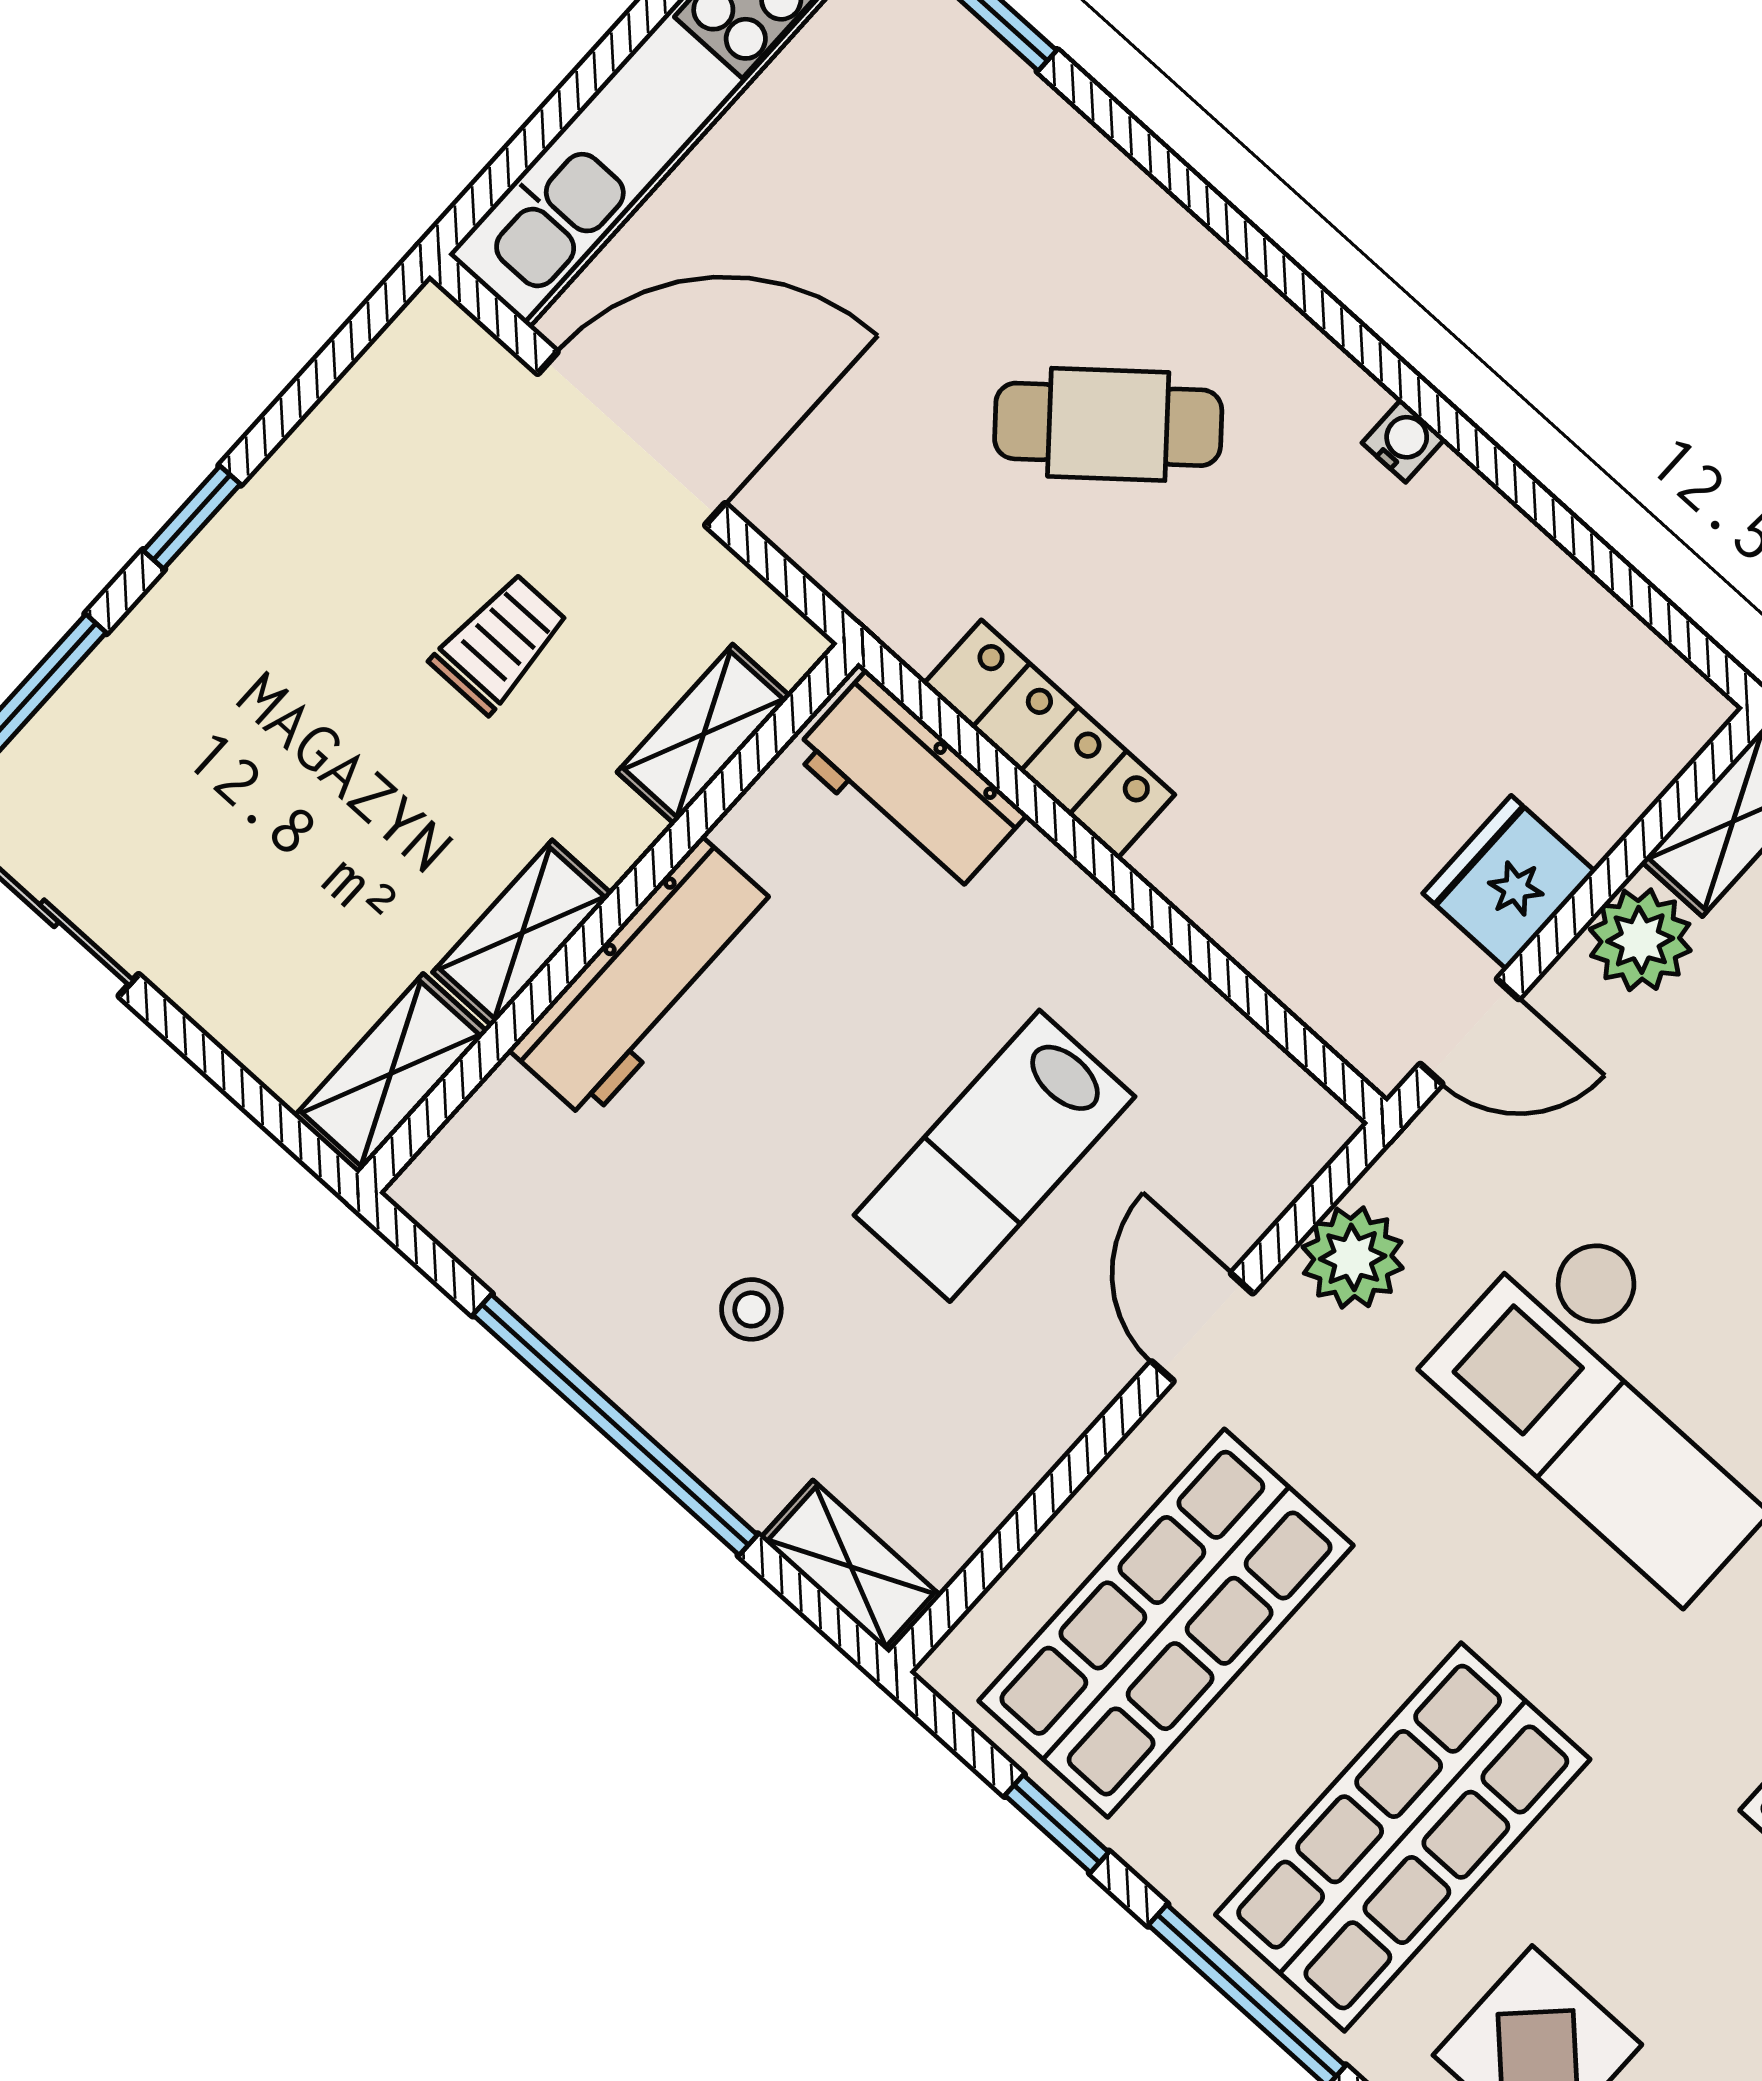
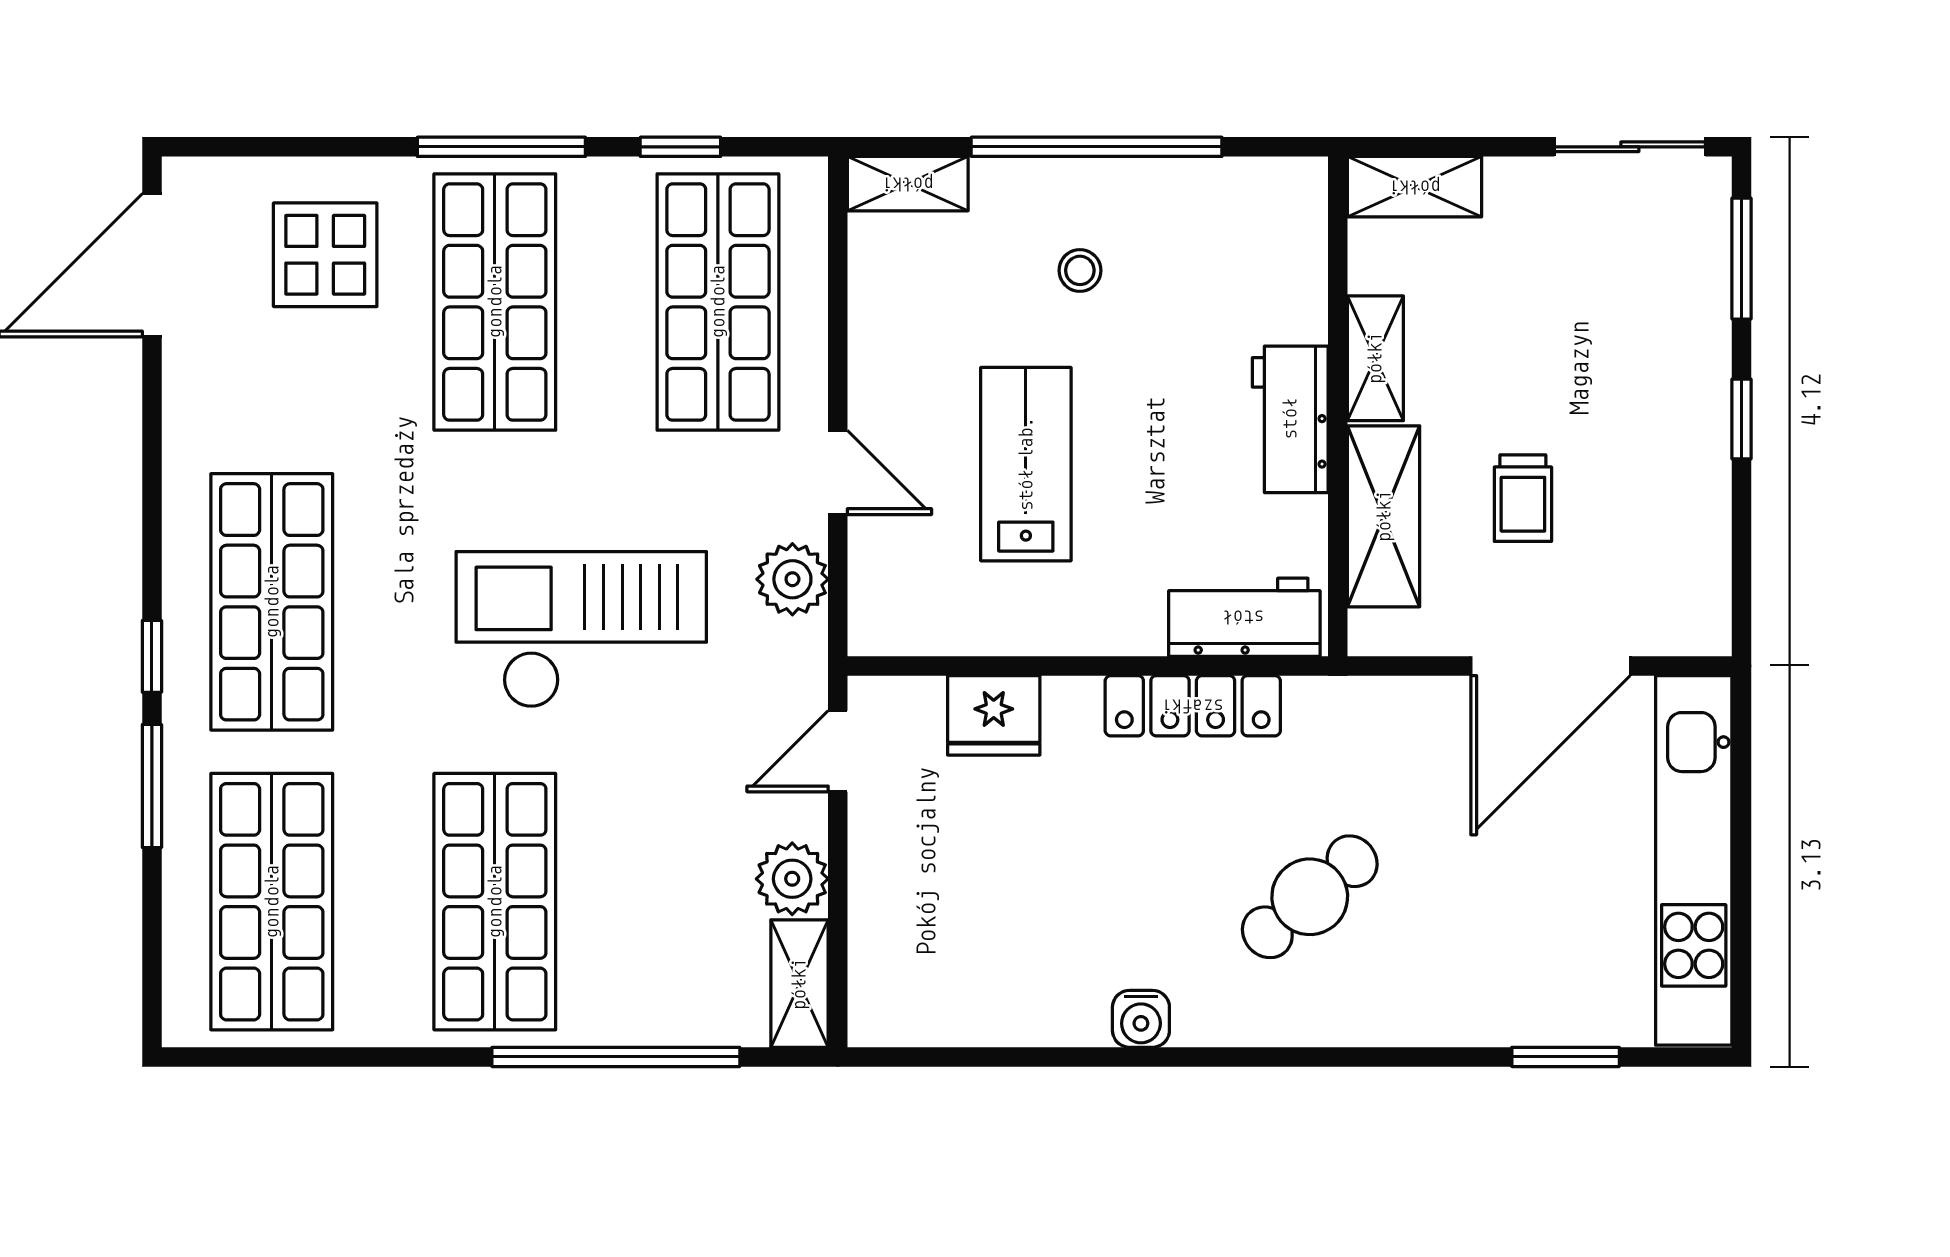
water cooler: (1404, 441) -> (1141, 1019), width x1.38, depth x1.38
shelving: (704, 734) -> (1384, 516), width x1.50, depth x1.33
fridge: (1509, 882) -> (994, 715), moved, turned 90
workbench: (645, 979) -> (1290, 419), width x0.73
shelving: (391, 1074) -> (1415, 187), moved, turned 90

